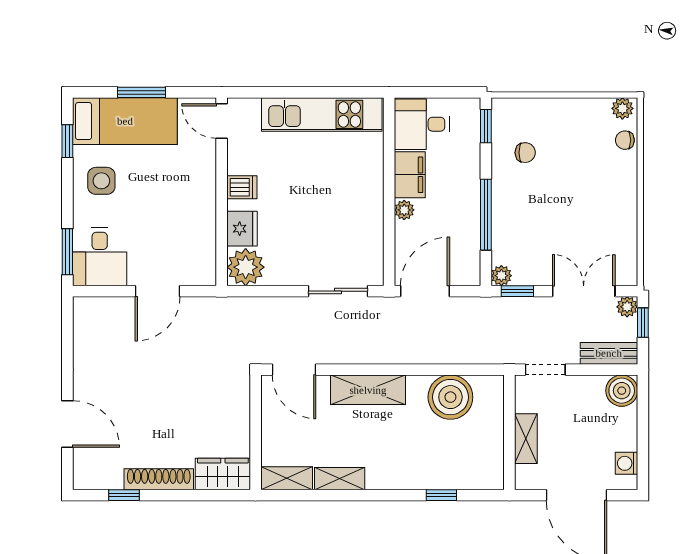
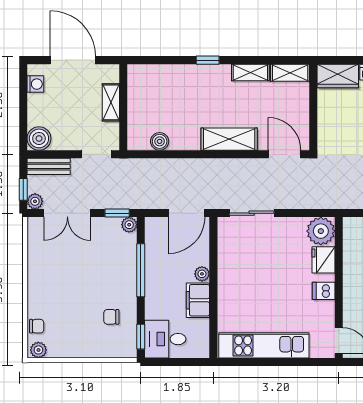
desk: (422, 124) -> (165, 339), moved, turned 180
boiler: (450, 397) -> (160, 141), width x0.54, depth x0.54
window: (441, 495) -> (208, 60), moved

